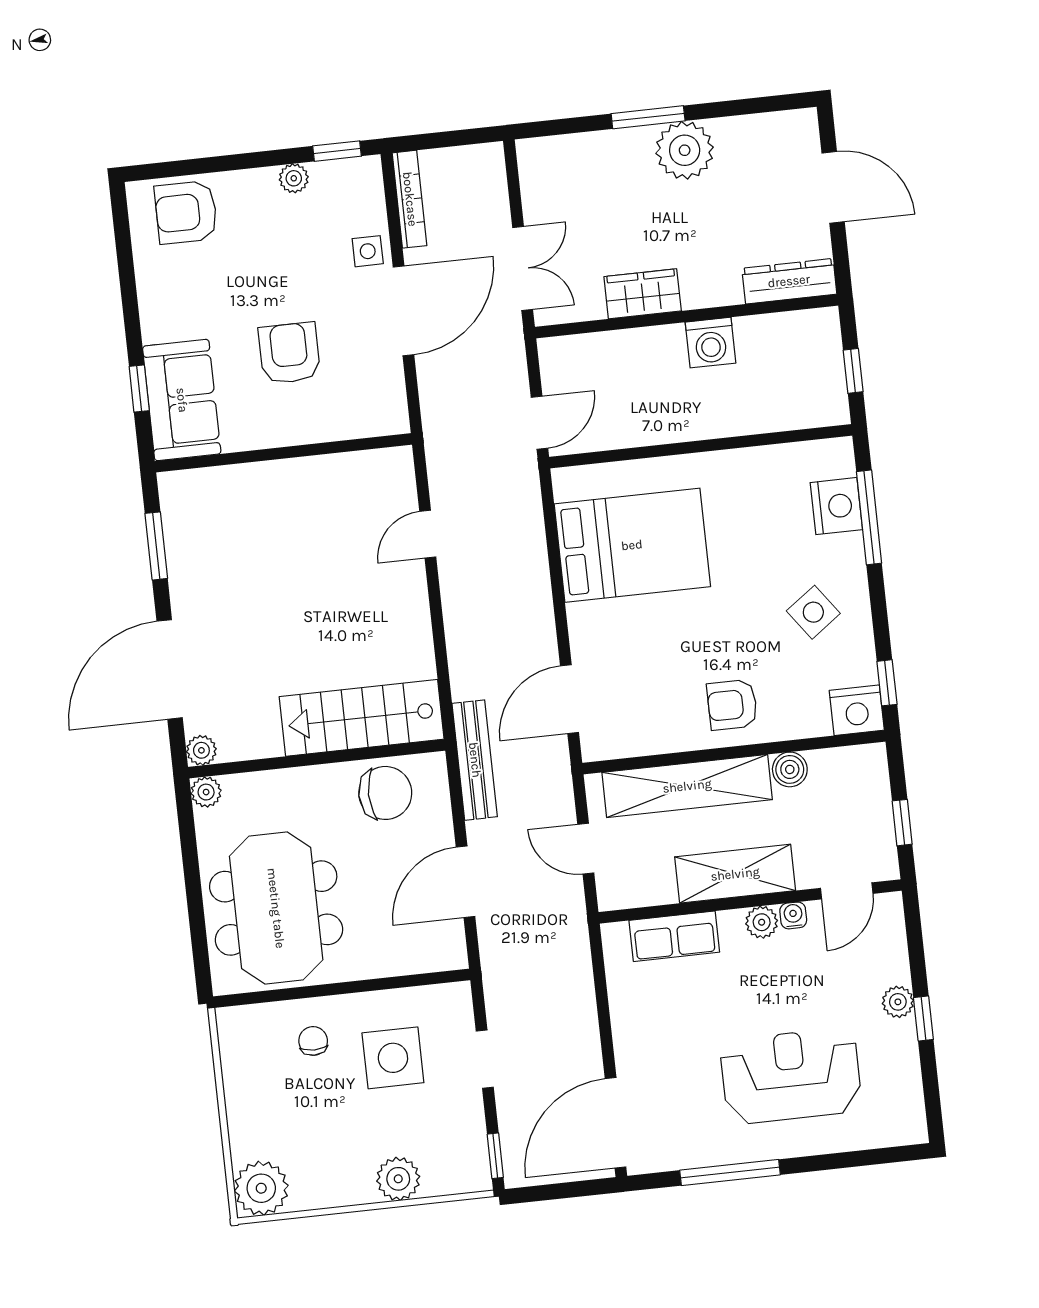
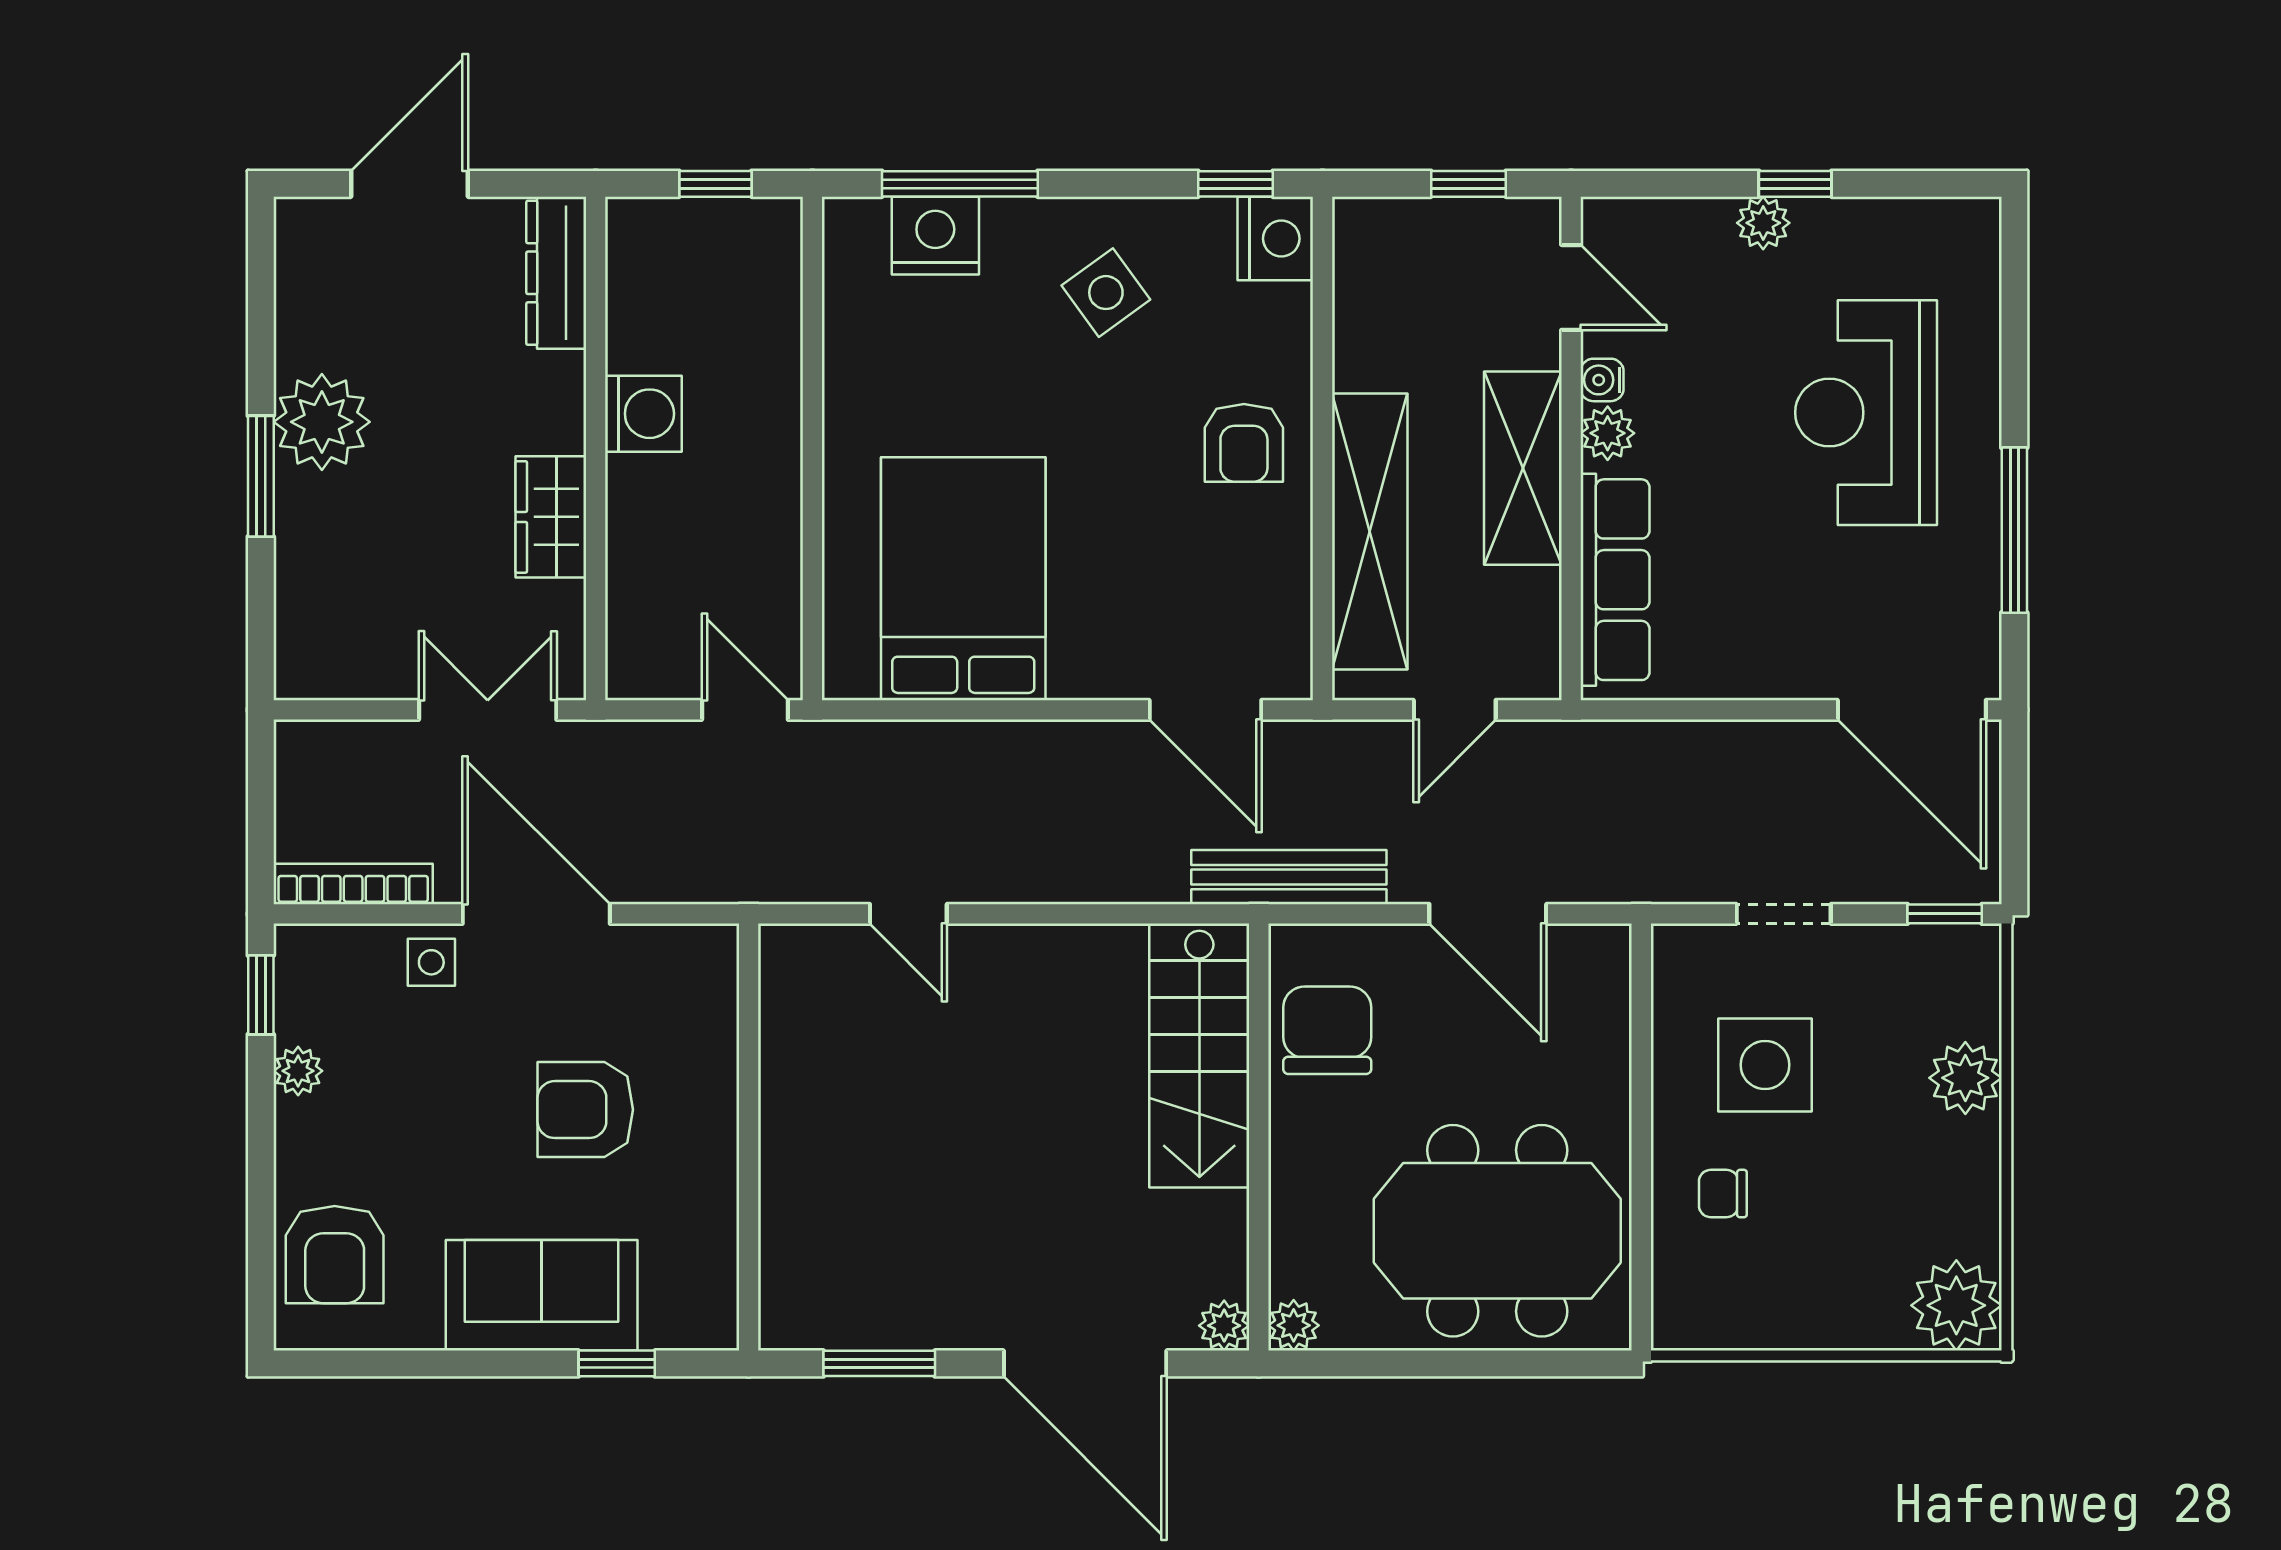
sofa: (182, 400) -> (542, 1295), moved
boiler: (790, 769) -> (1361, 359), removed
row of seats: (674, 936) -> (1615, 580), width x1.48

